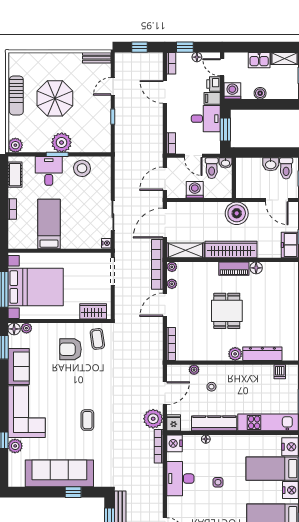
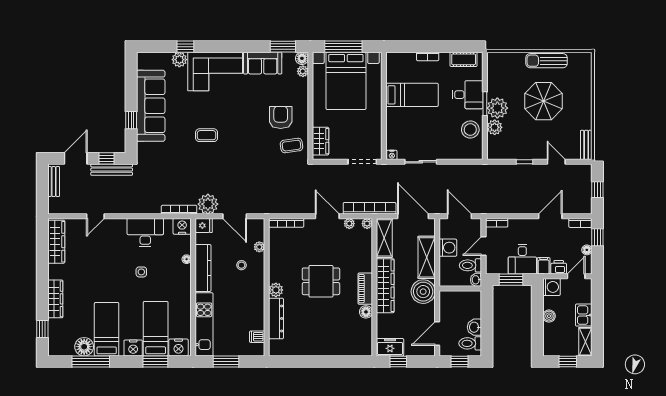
plant: (15, 145) -> (495, 127), moved
shelving: (204, 210) -> (427, 257), added

